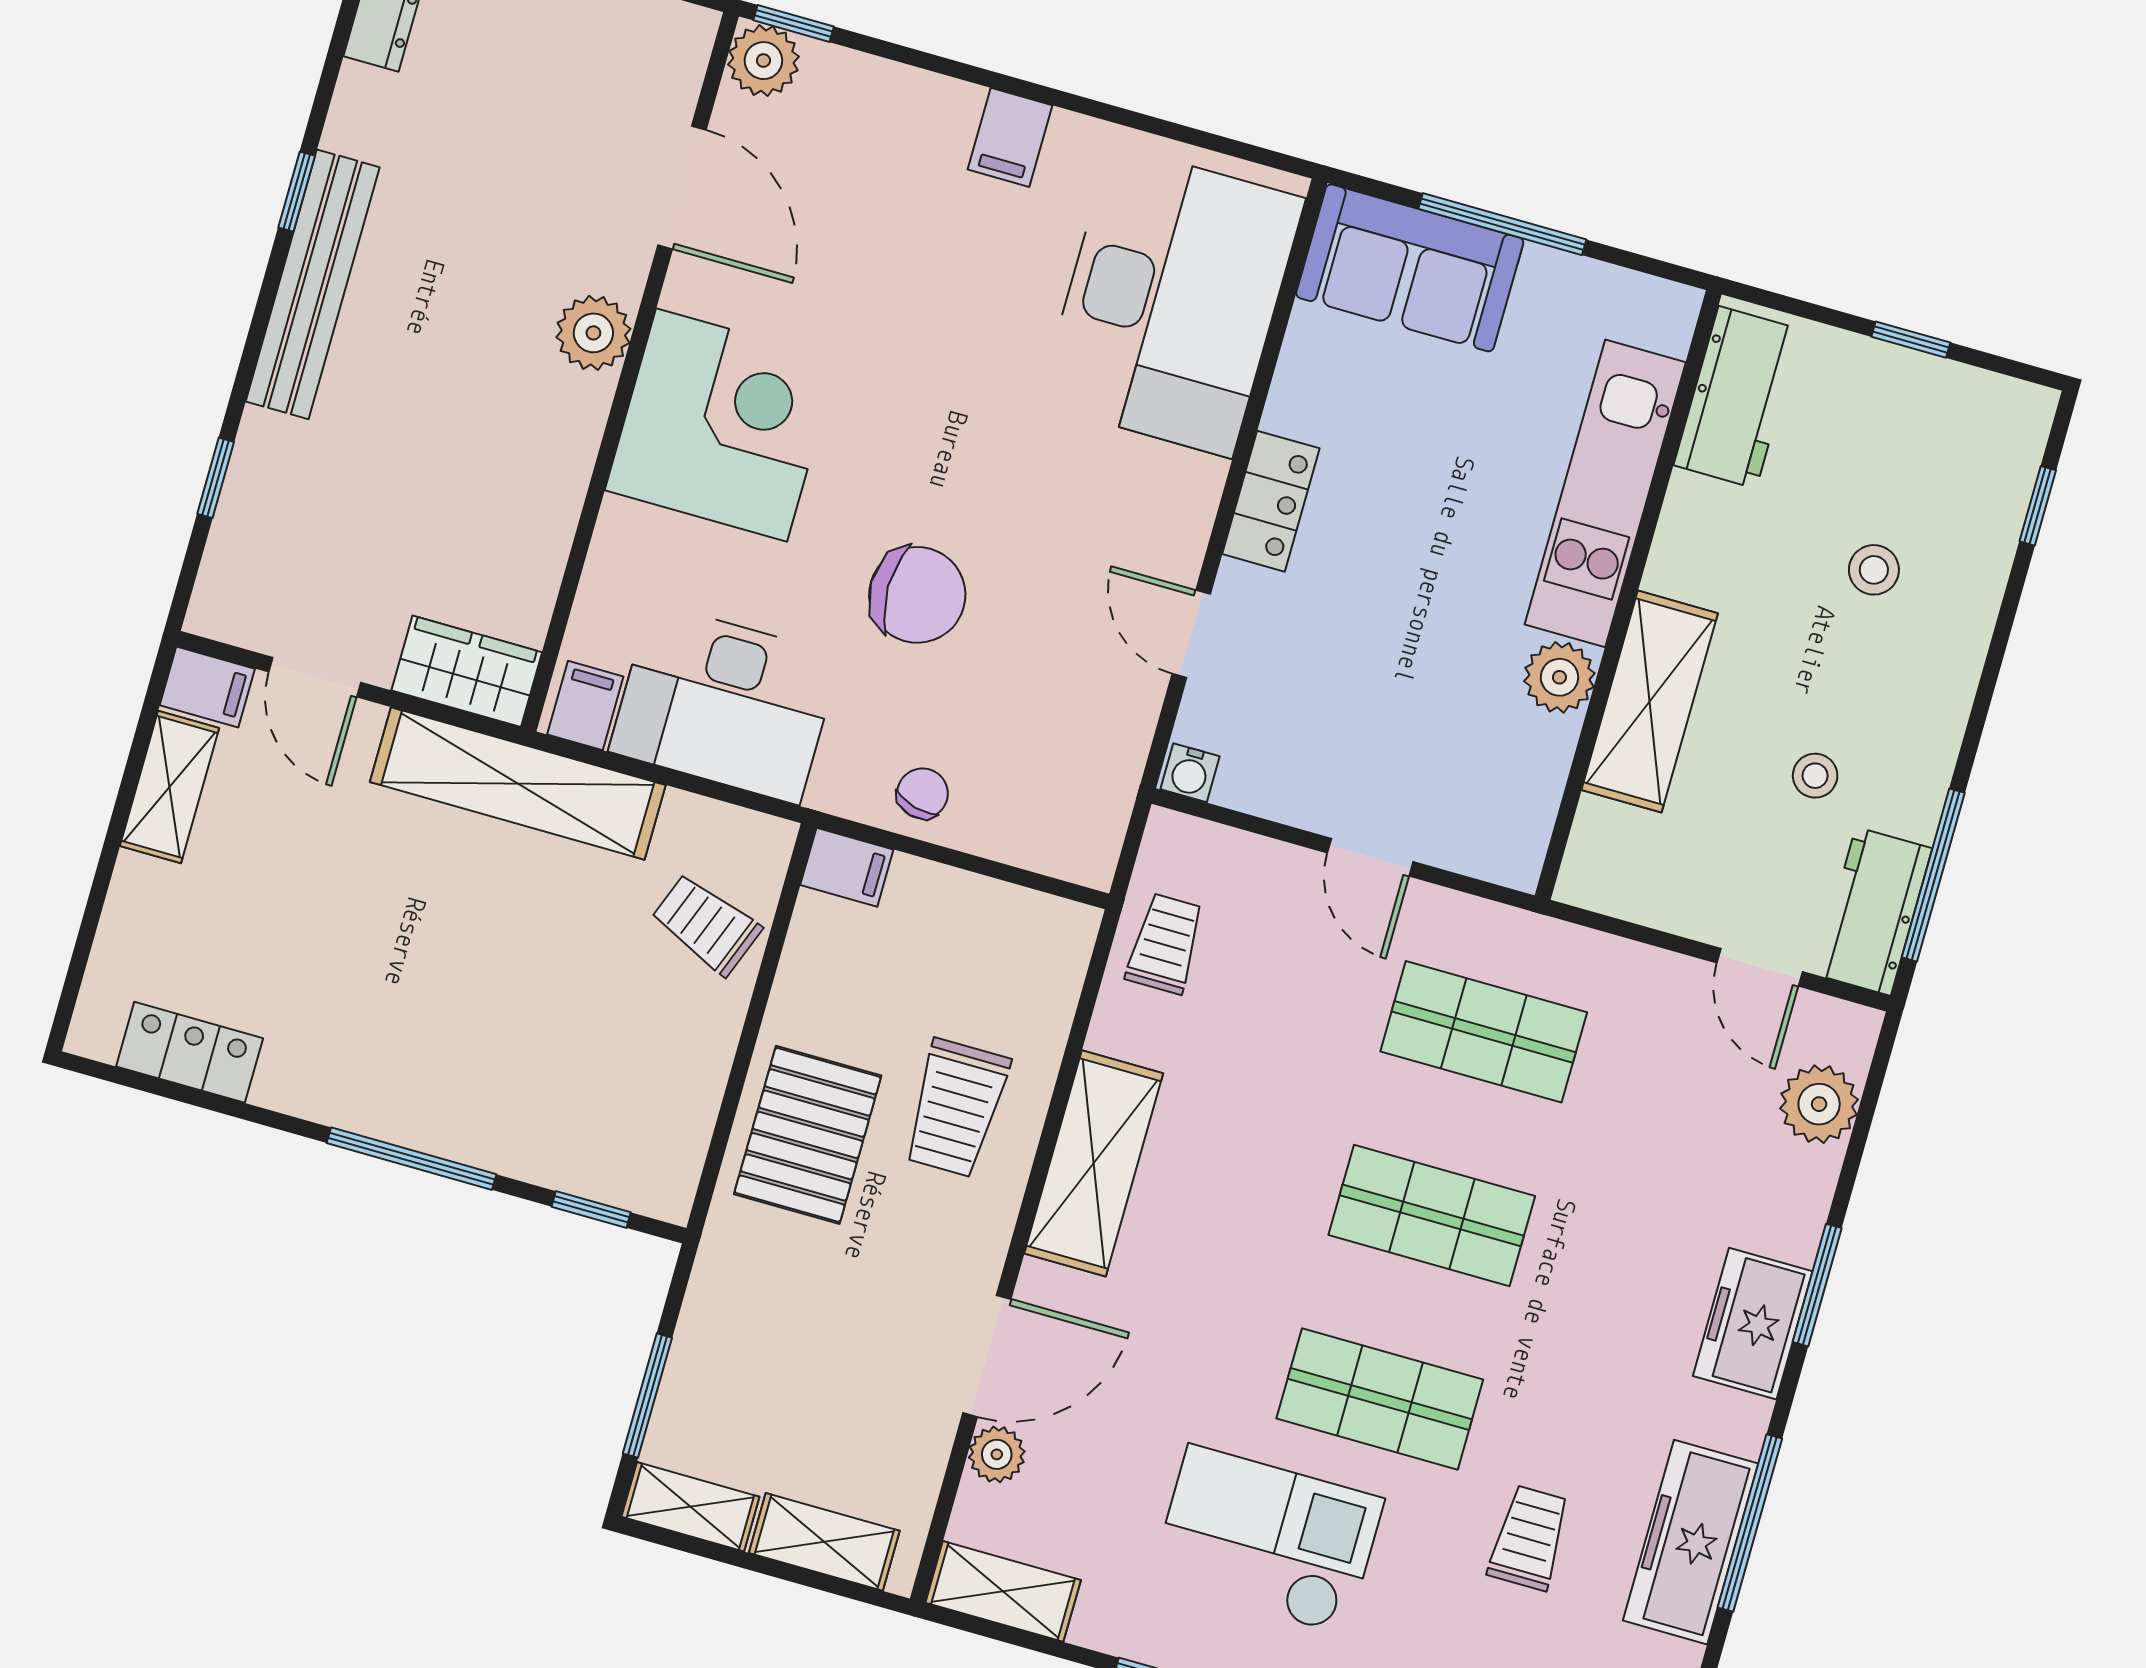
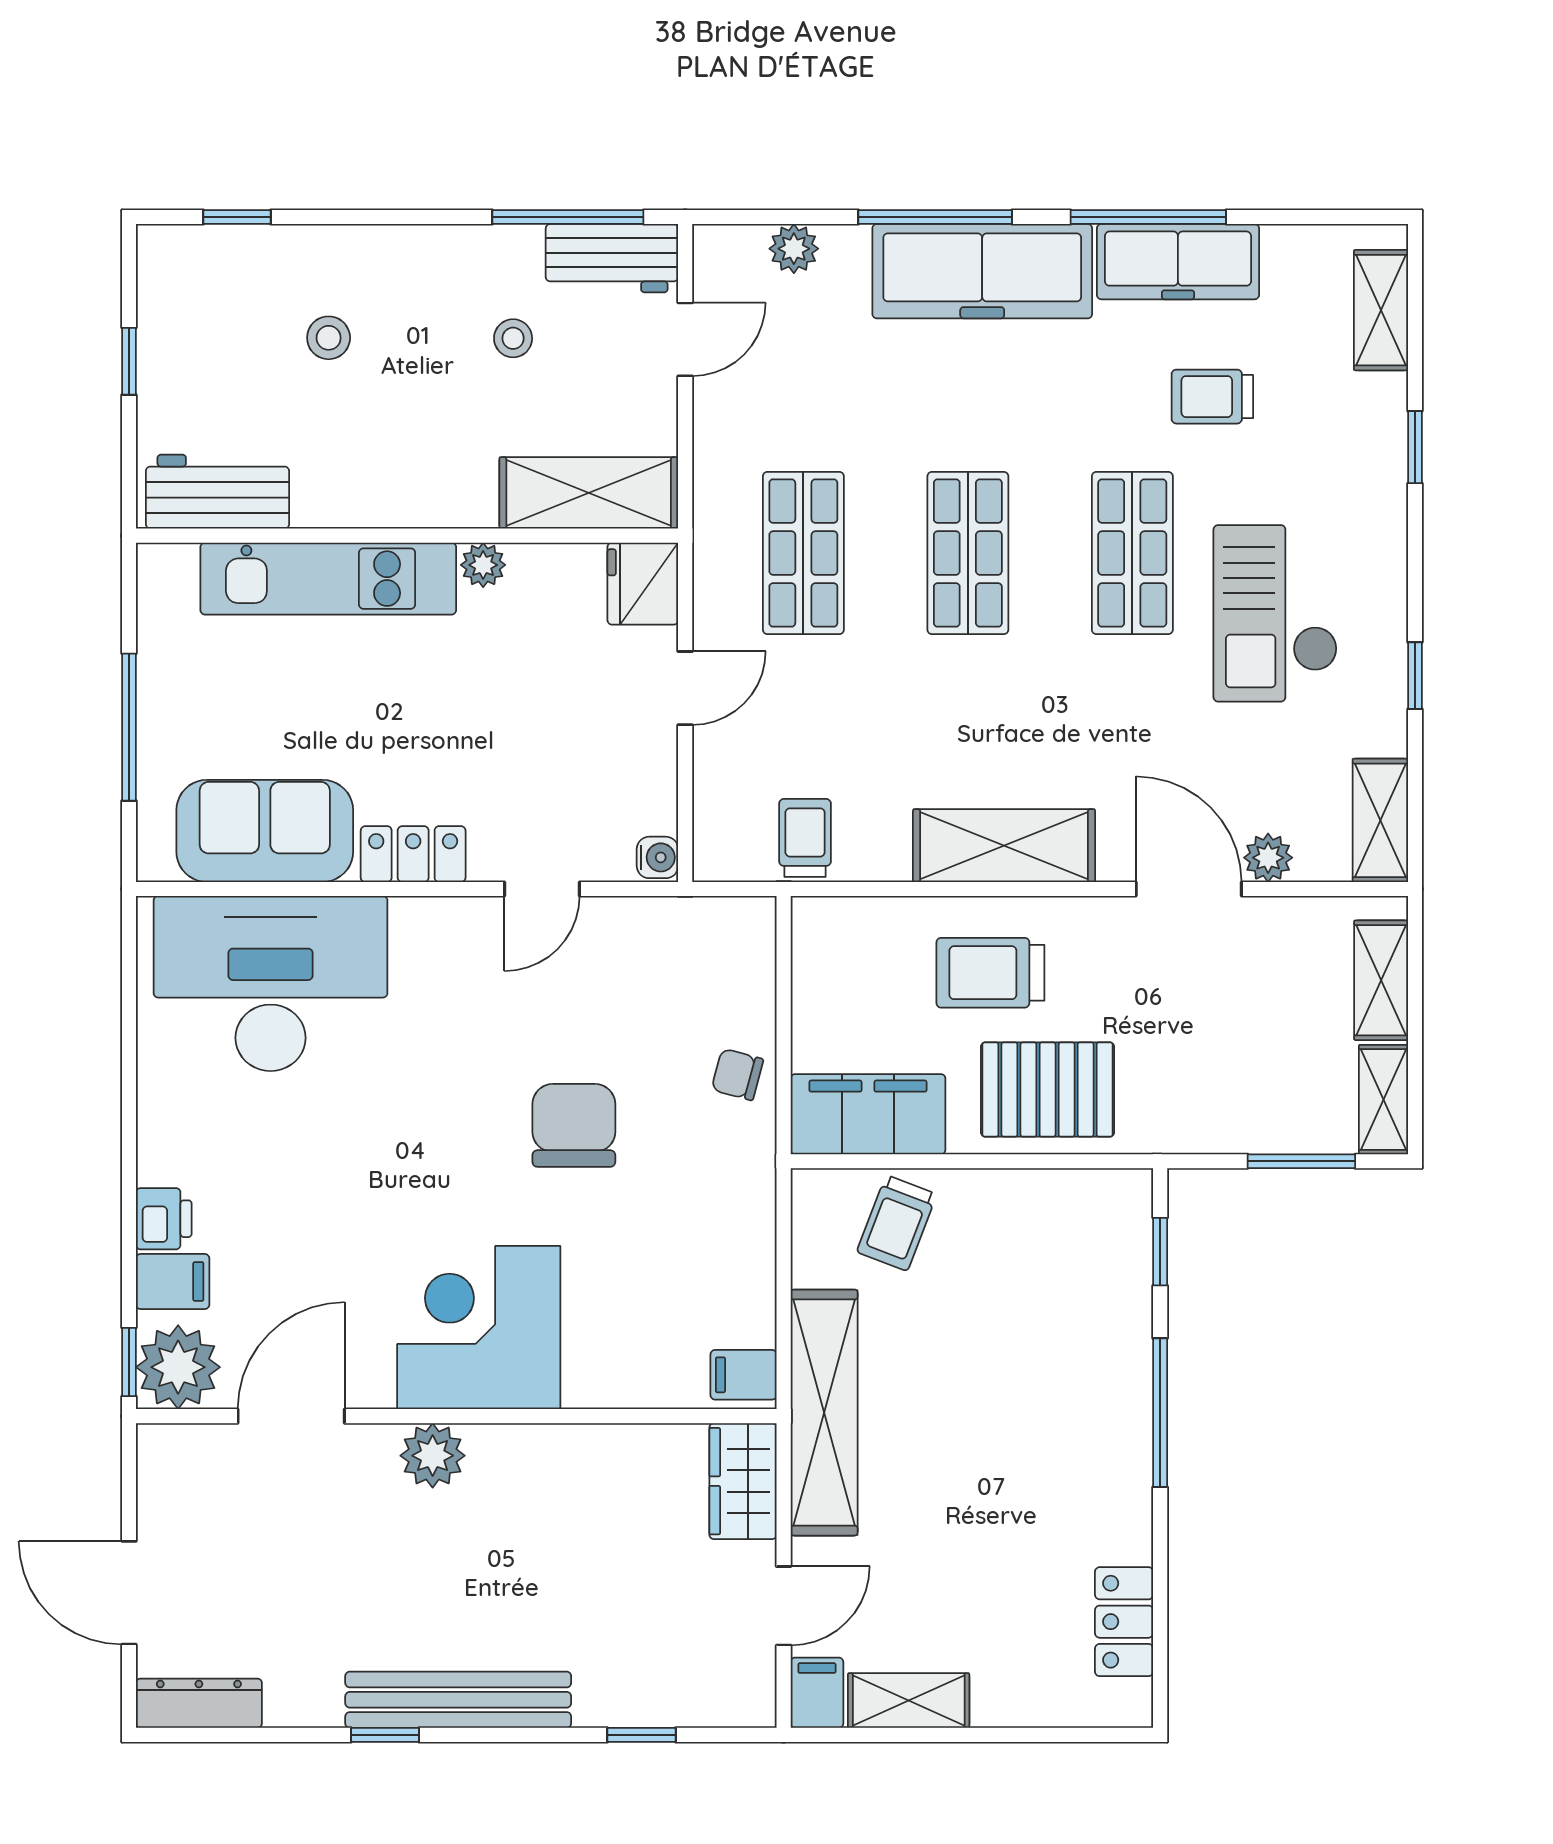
plant: (763, 61) -> (178, 1367), width x1.36, depth x1.36
printer: (943, 108) -> (164, 1219), added
filing cabinet: (1010, 137) -> (173, 1282), moved
sofa: (1410, 268) -> (265, 831), moved, turned -90
plant: (1559, 677) -> (483, 565), width x0.73, depth x0.73
shelving: (1650, 702) -> (589, 493), moved
desk: (725, 704) -> (709, 1259), removed
fridge: (1500, 843) -> (643, 584), added
filing cabinet: (847, 867) -> (868, 1114), width x3.00, depth x1.17
trolley: (1165, 944) -> (805, 838), turned 90
plant: (1819, 1104) -> (794, 249), width x0.73, depth x0.73
trolley: (956, 1108) -> (990, 973), turned 180
window: (1817, 1285) -> (935, 217), width x1.44
freezer: (1753, 1324) -> (982, 271), width x1.91, depth x1.26

